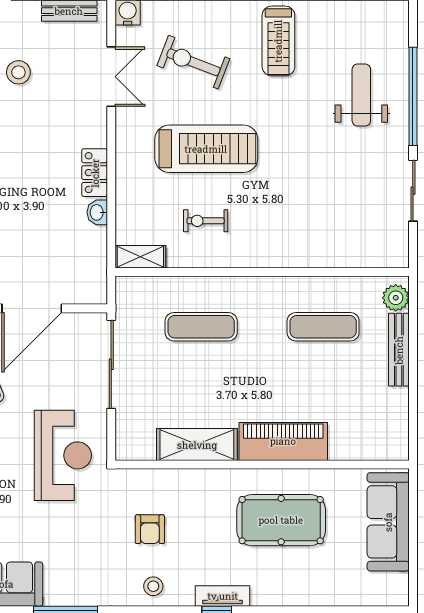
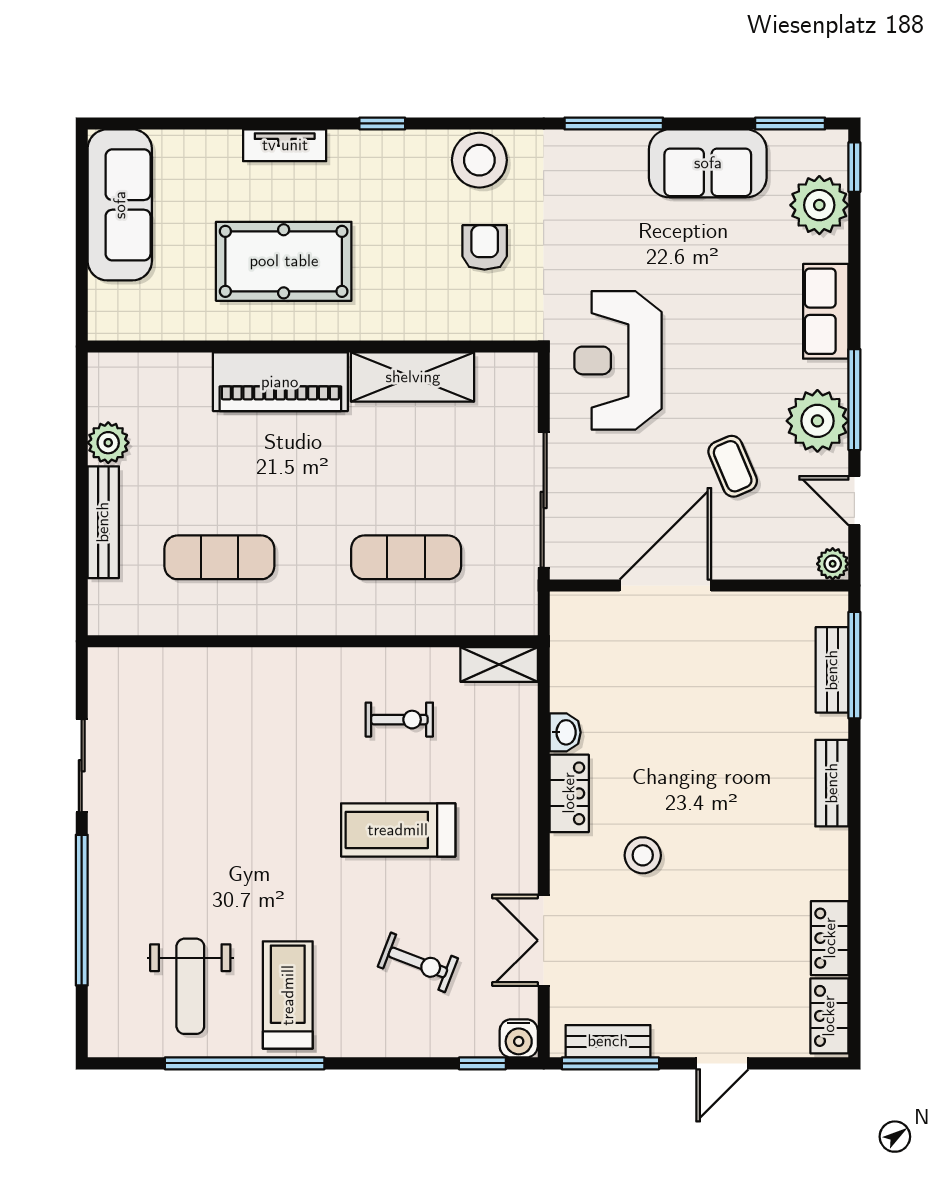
exercise bike: (193, 62) -> (418, 962), width x0.73, depth x0.72
stool: (18, 72) -> (643, 855), moved
weight bench: (361, 95) -> (190, 986), moved
treadmill: (206, 149) -> (398, 830), width x0.73, depth x0.73
plant: (396, 298) -> (108, 443), moved
sofa: (388, 522) -> (120, 205), moved
stool: (153, 586) -> (479, 160), width x1.89, depth x1.89
tv unit: (223, 596) -> (285, 145), moved

